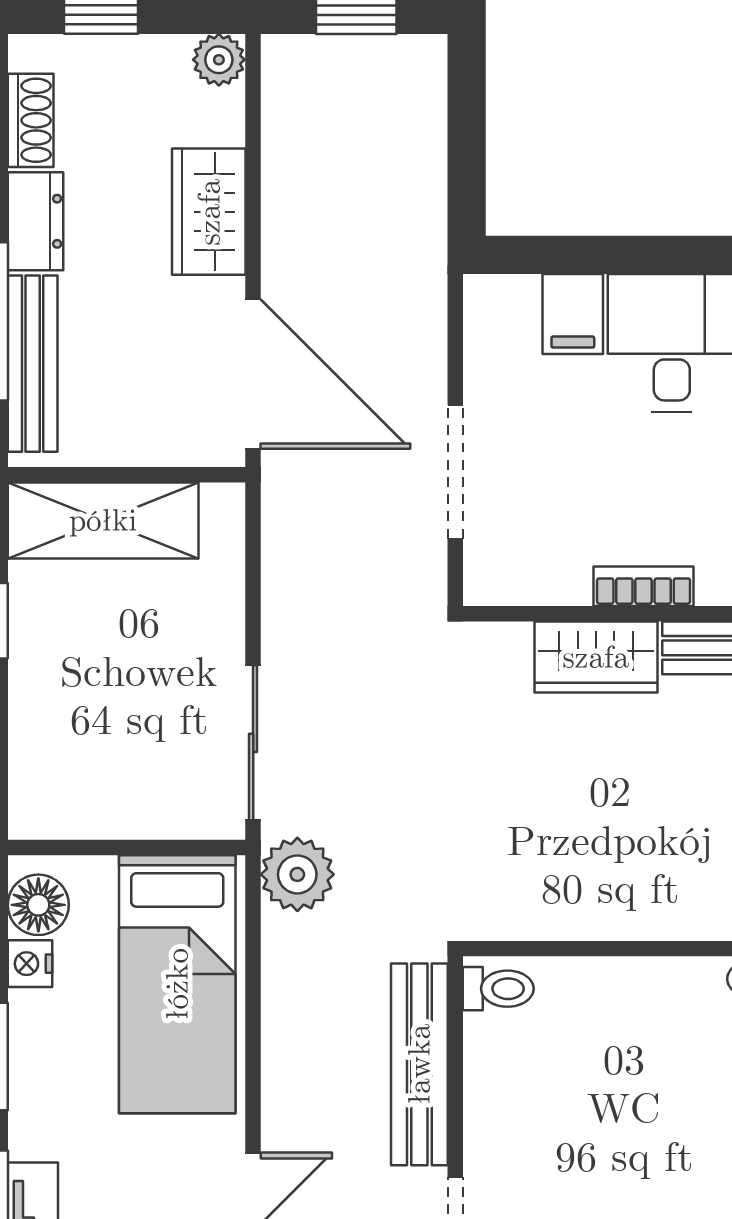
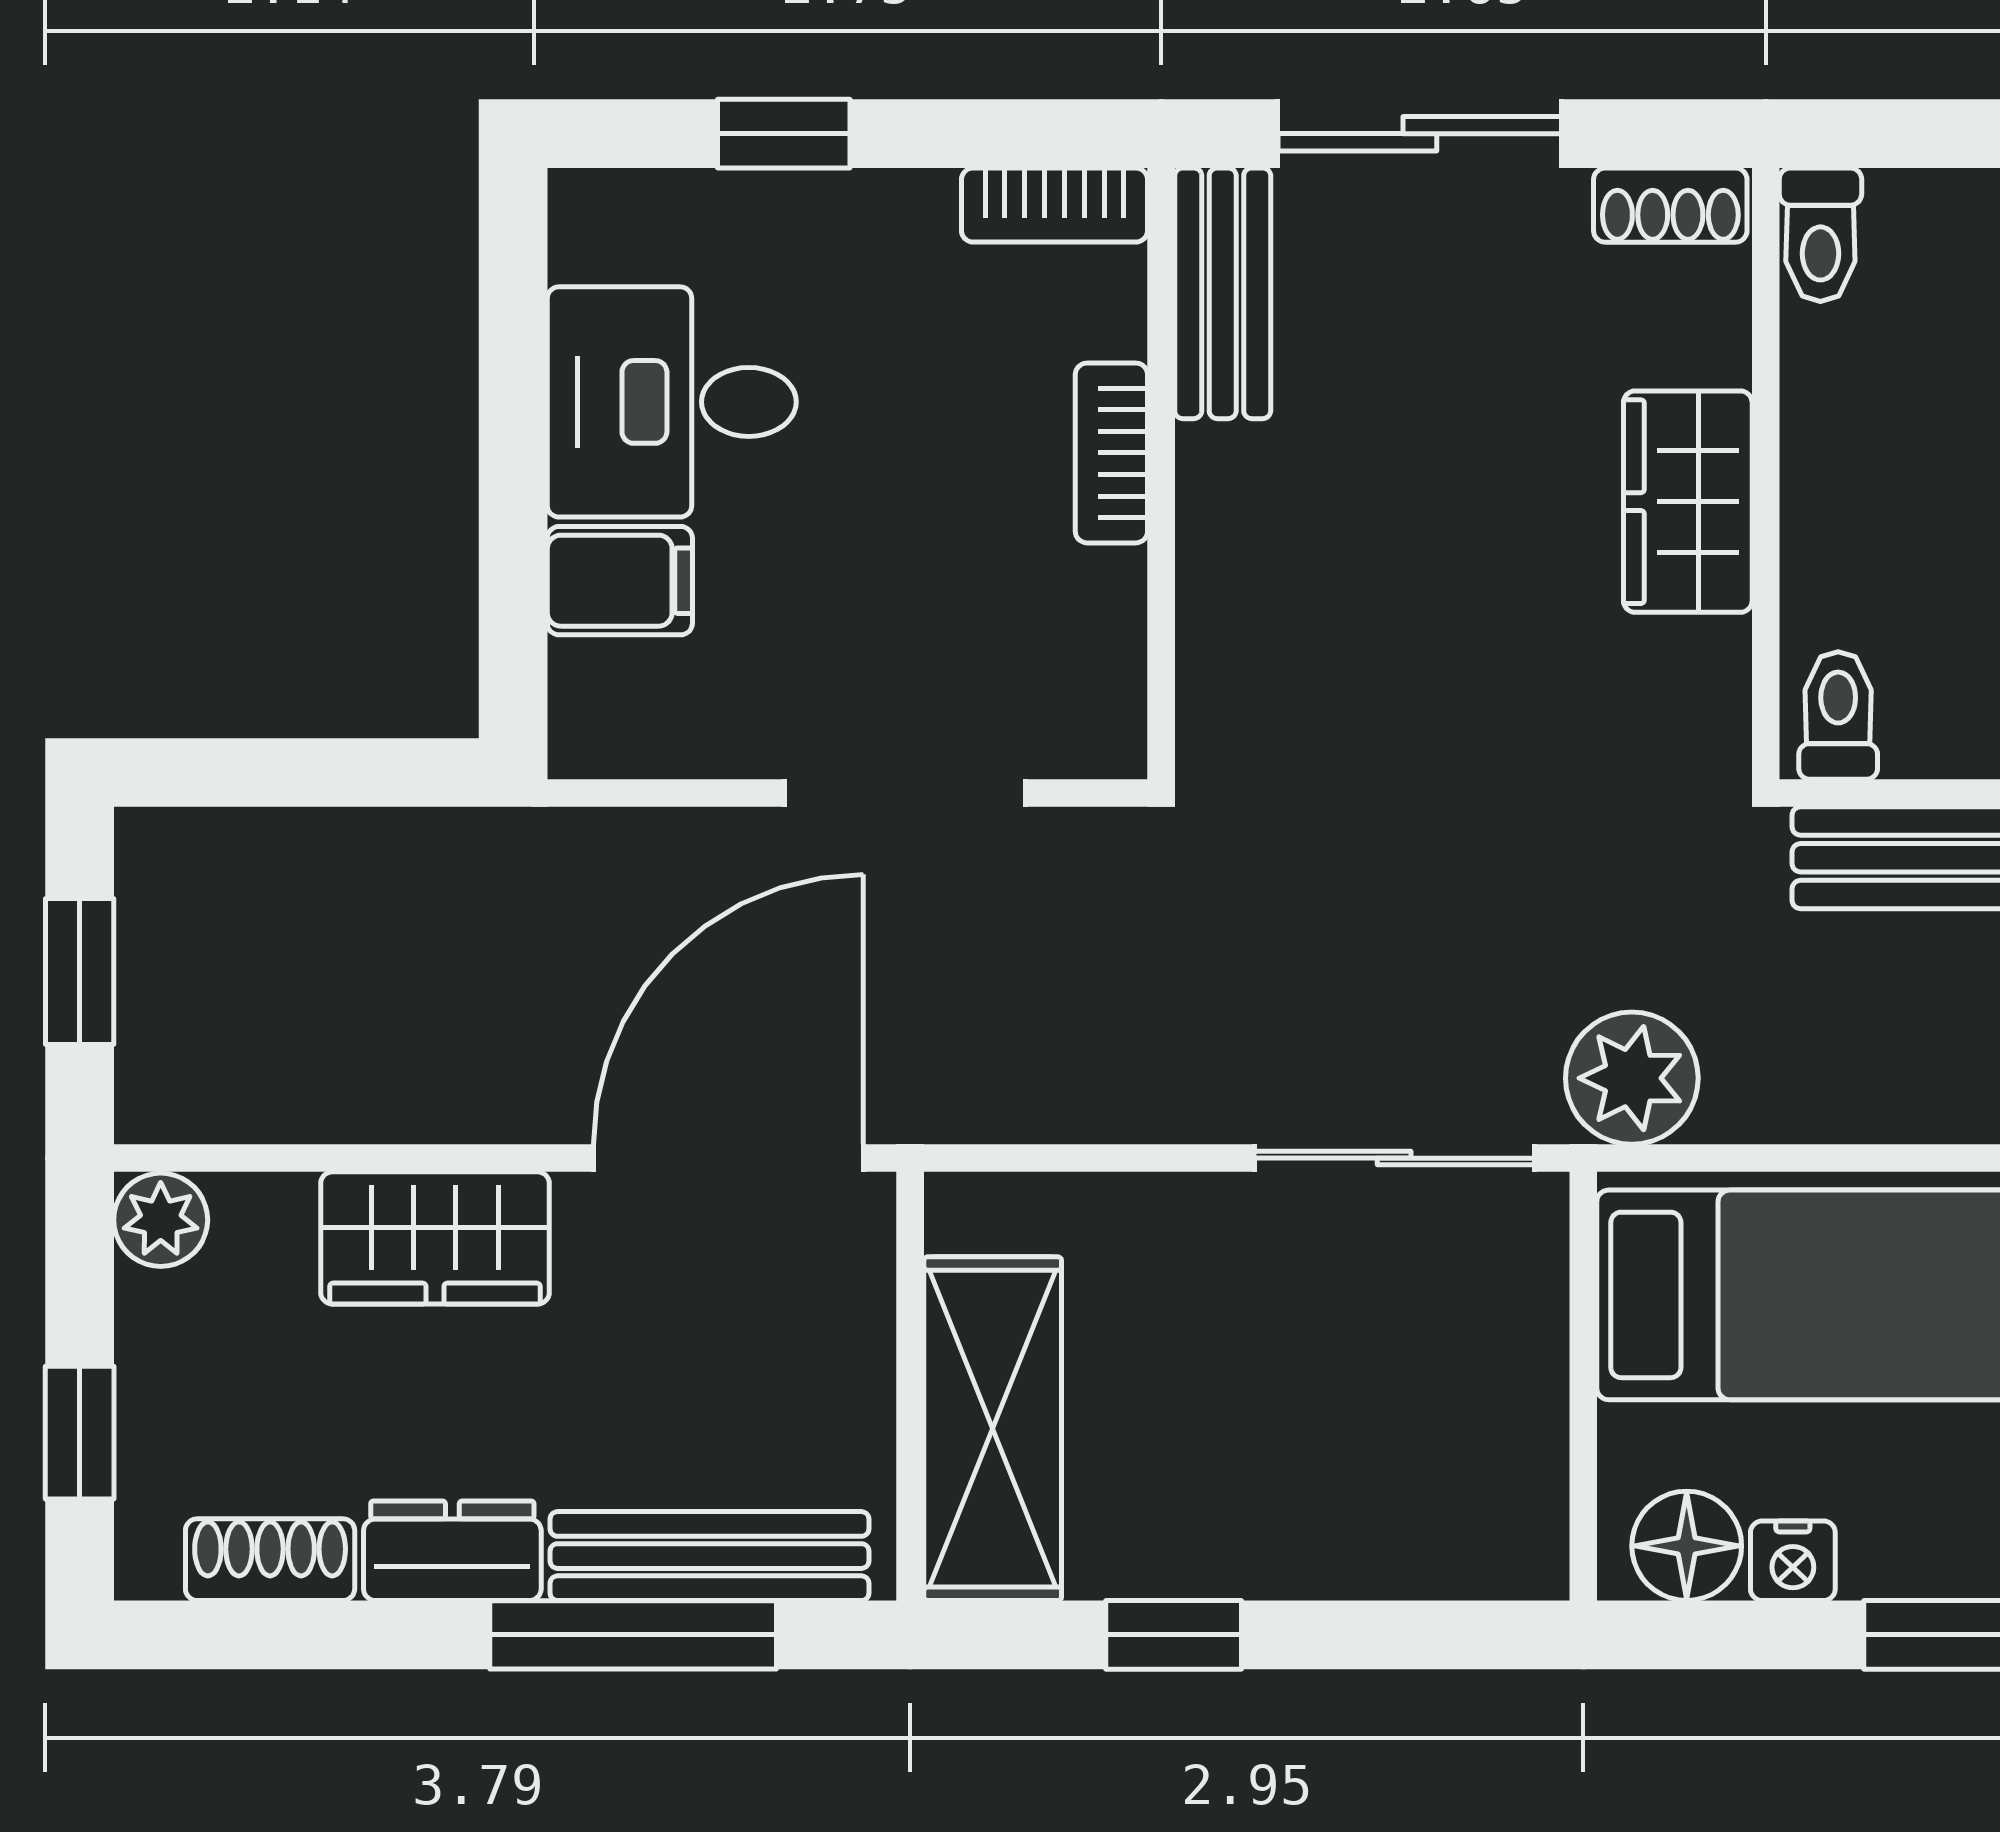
wardrobe: (596, 657) -> (1688, 502), moved, turned 180

